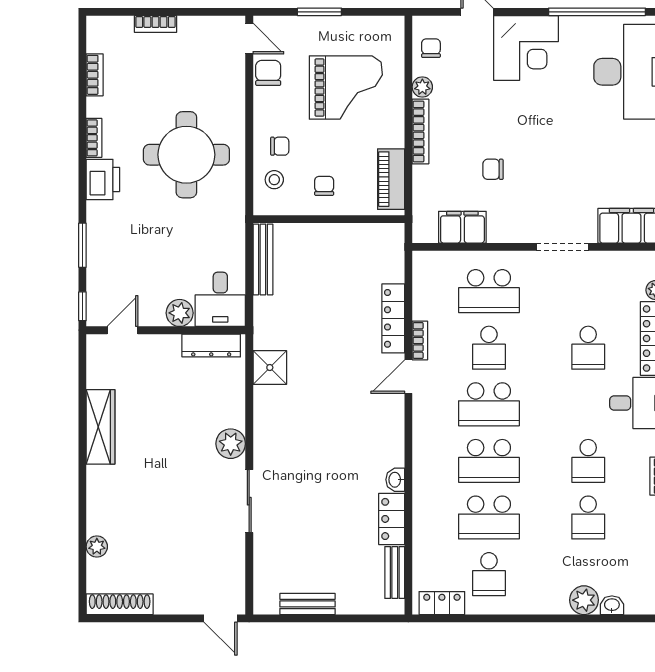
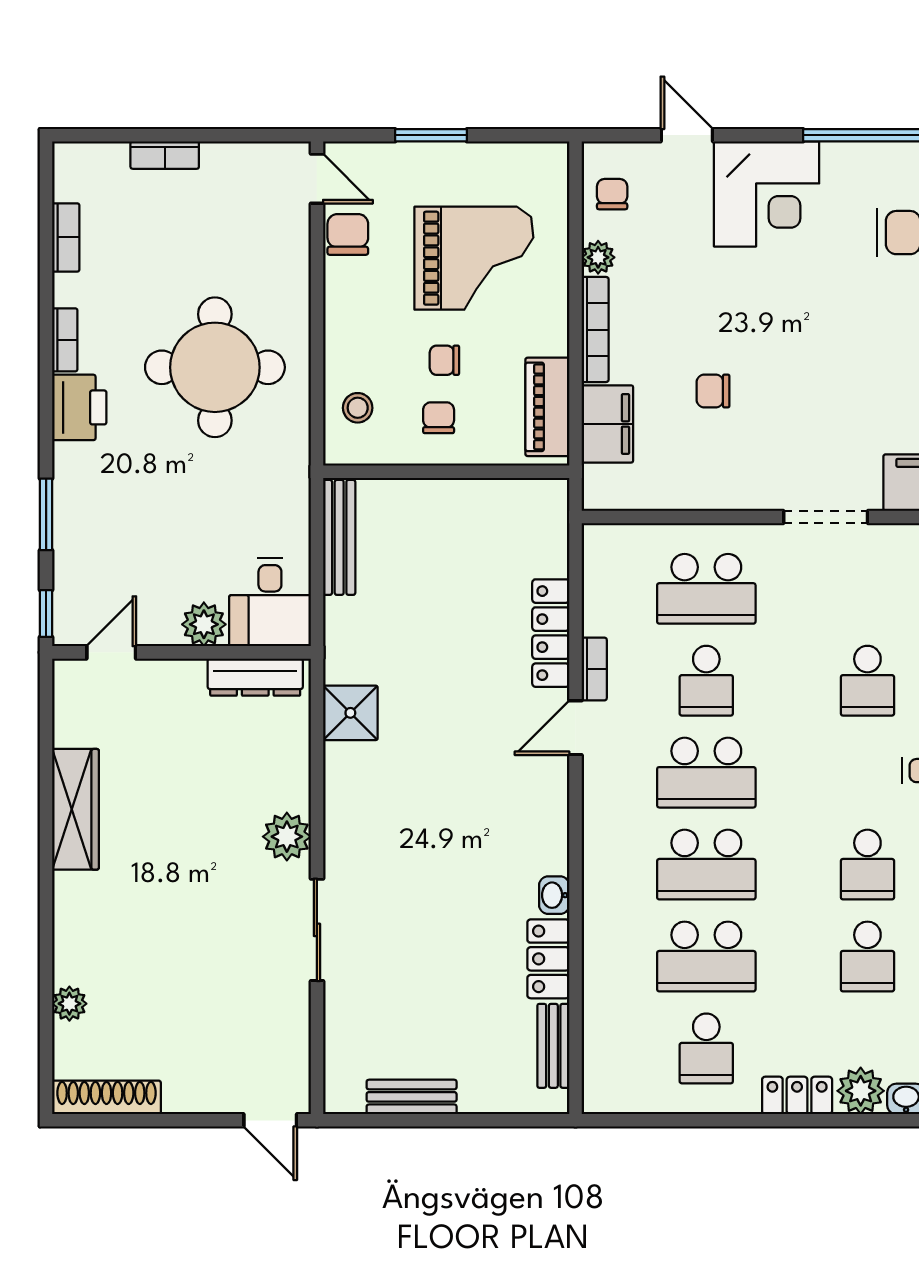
chair: (280, 146) -> (444, 360), moved, turned 180
filing cabinet: (462, 227) -> (607, 424), moved, turned 90
locker: (442, 603) -> (797, 1095), moved

